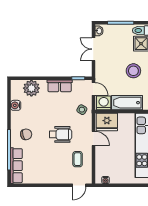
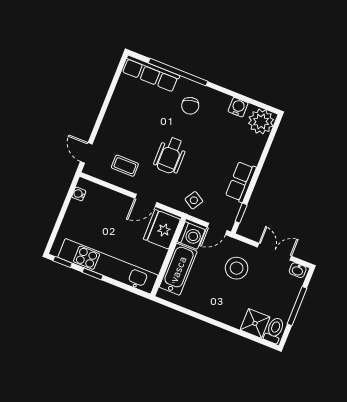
stool: (133, 71) -> (237, 268), moved
plant: (31, 88) -> (261, 122), moved

